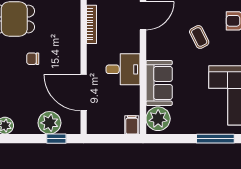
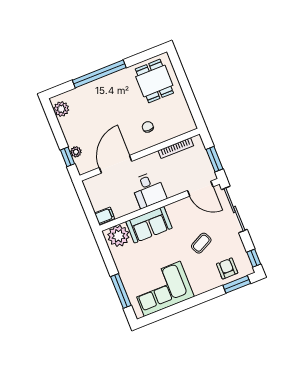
chair: (33, 59) -> (148, 127), moved
plant: (49, 123) -> (76, 152), width x0.53, depth x0.53

